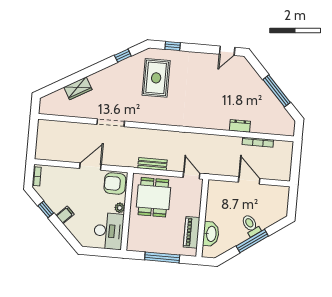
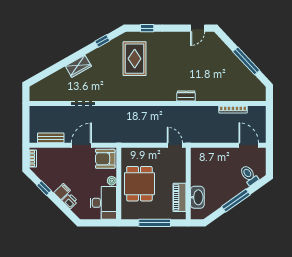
wardrobe: (78, 88) -> (78, 66), moved
doorway: (111, 123) -> (83, 103), moved
dresser: (240, 126) -> (186, 96), moved
bench: (152, 164) -> (51, 138), moved
door: (249, 180) -> (249, 145), moved
dining table: (153, 197) -> (139, 184), moved
toilet: (251, 225) -> (249, 175), moved
printer: (72, 226) -> (70, 201), added

